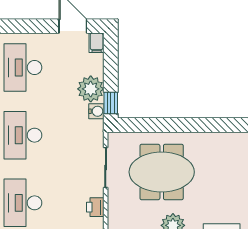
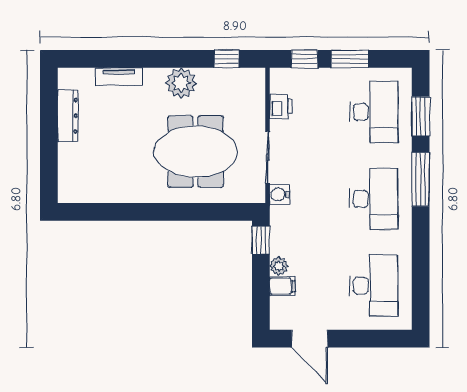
filing cabinet: (97, 43) -> (282, 286), moved, turned 90
plant: (91, 89) -> (279, 266), width x0.53, depth x0.53
water cooler: (96, 111) -> (279, 194), moved

